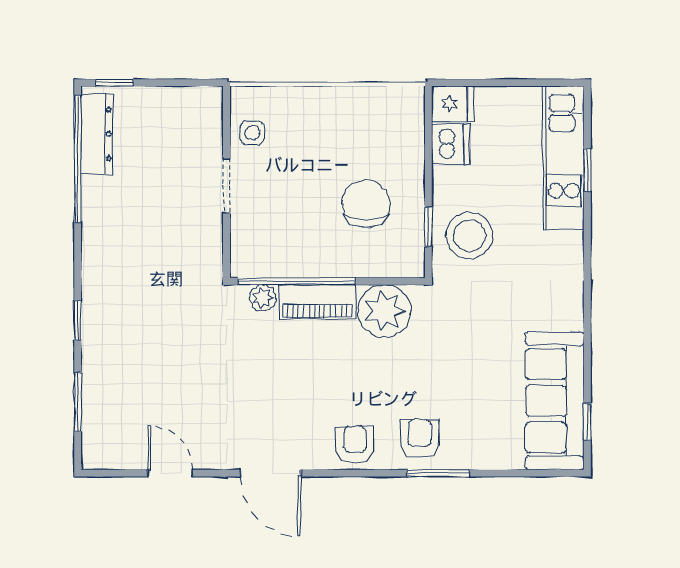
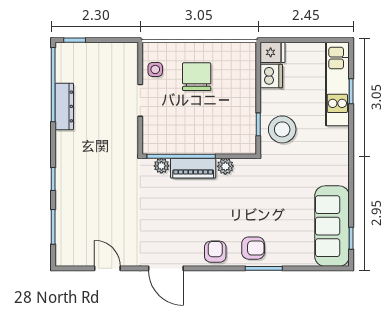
dresser: (97, 134) -> (64, 106), moved
chair: (366, 204) -> (197, 77), moved
plant: (384, 311) -> (225, 166), width x0.53, depth x0.53
armchair: (420, 438) -> (253, 248), turned 90

